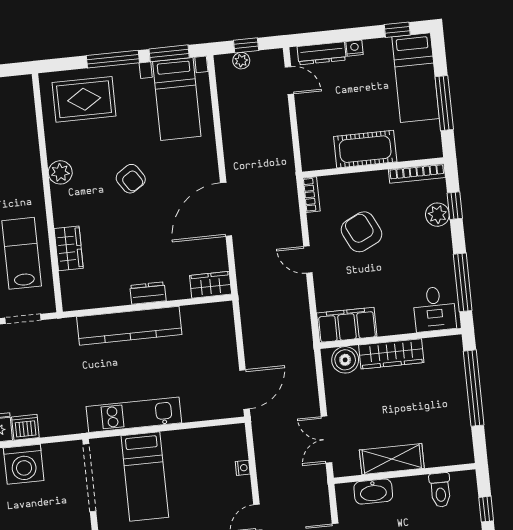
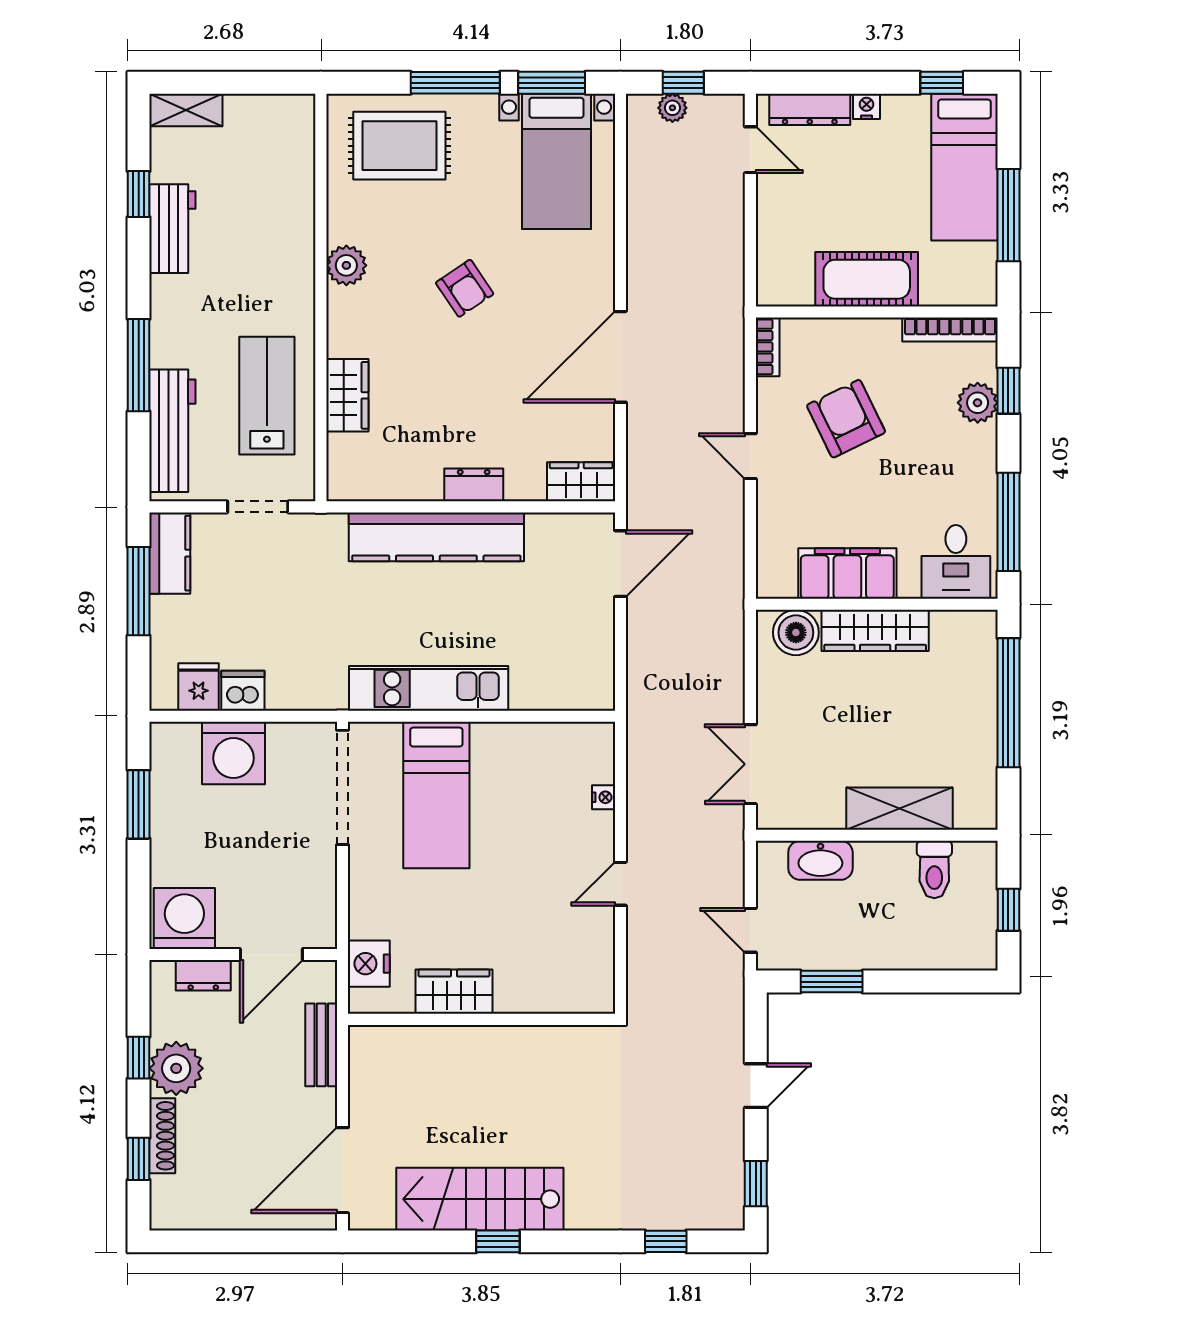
filing cabinet: (347, 325) -> (847, 574), moved
door: (245, 389) -> (620, 564), moved
shelving: (392, 459) -> (899, 809), moved

